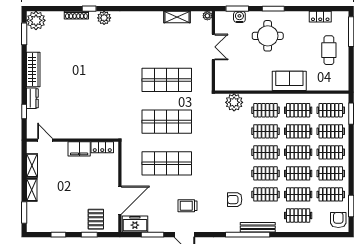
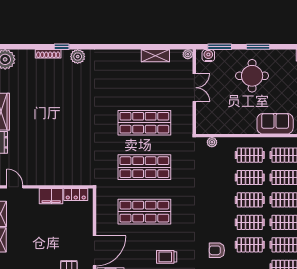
water cooler: (239, 17) -> (208, 55), moved
plant: (234, 102) -> (212, 142), width x0.53, depth x0.53

